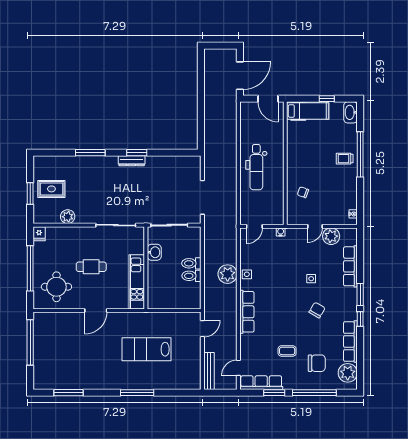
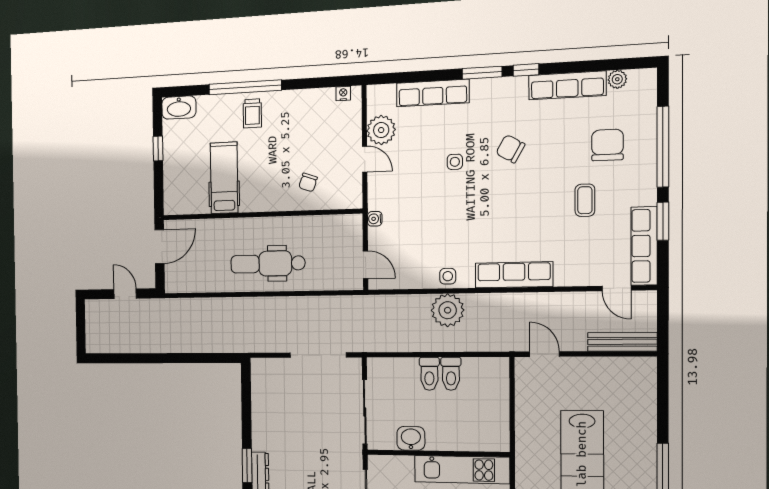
door: (240, 76) -> (125, 294), width x0.53
hospital bed: (308, 111) -> (224, 178), moved
dental chair: (256, 167) -> (268, 264), turned 180
plant: (348, 373) -> (617, 79), width x0.53, depth x0.53

